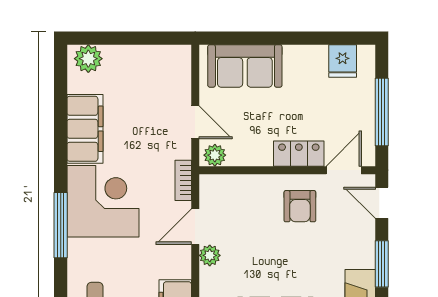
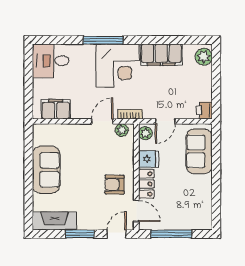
printer: (177, 57) -> (204, 110), added
fridge: (343, 61) -> (149, 159), moved, turned 180
door: (195, 227) -> (102, 121), hinge flipped
plant: (210, 255) -> (122, 130), moved

